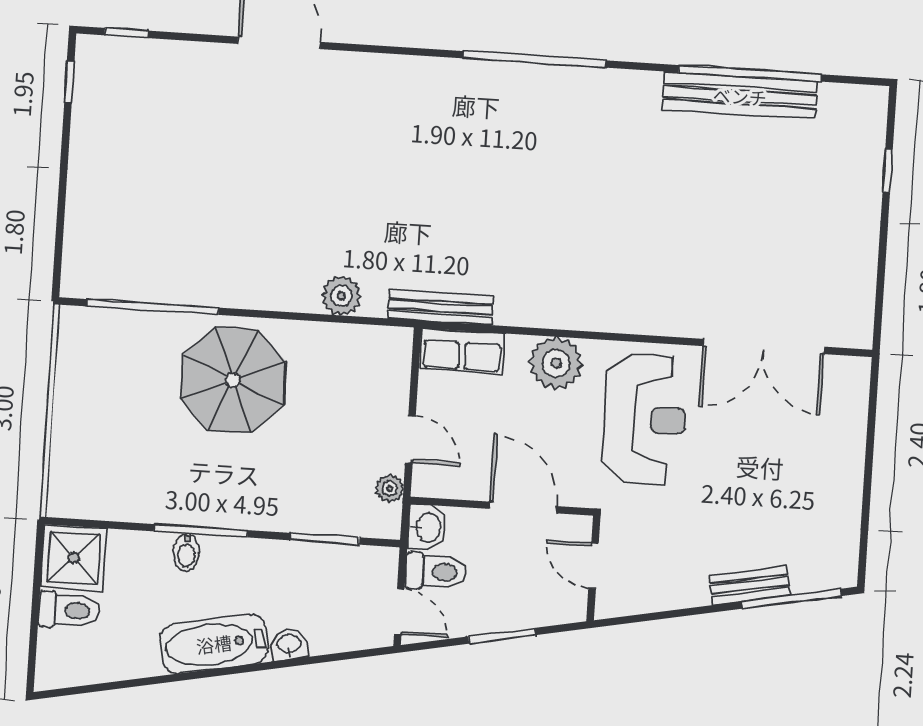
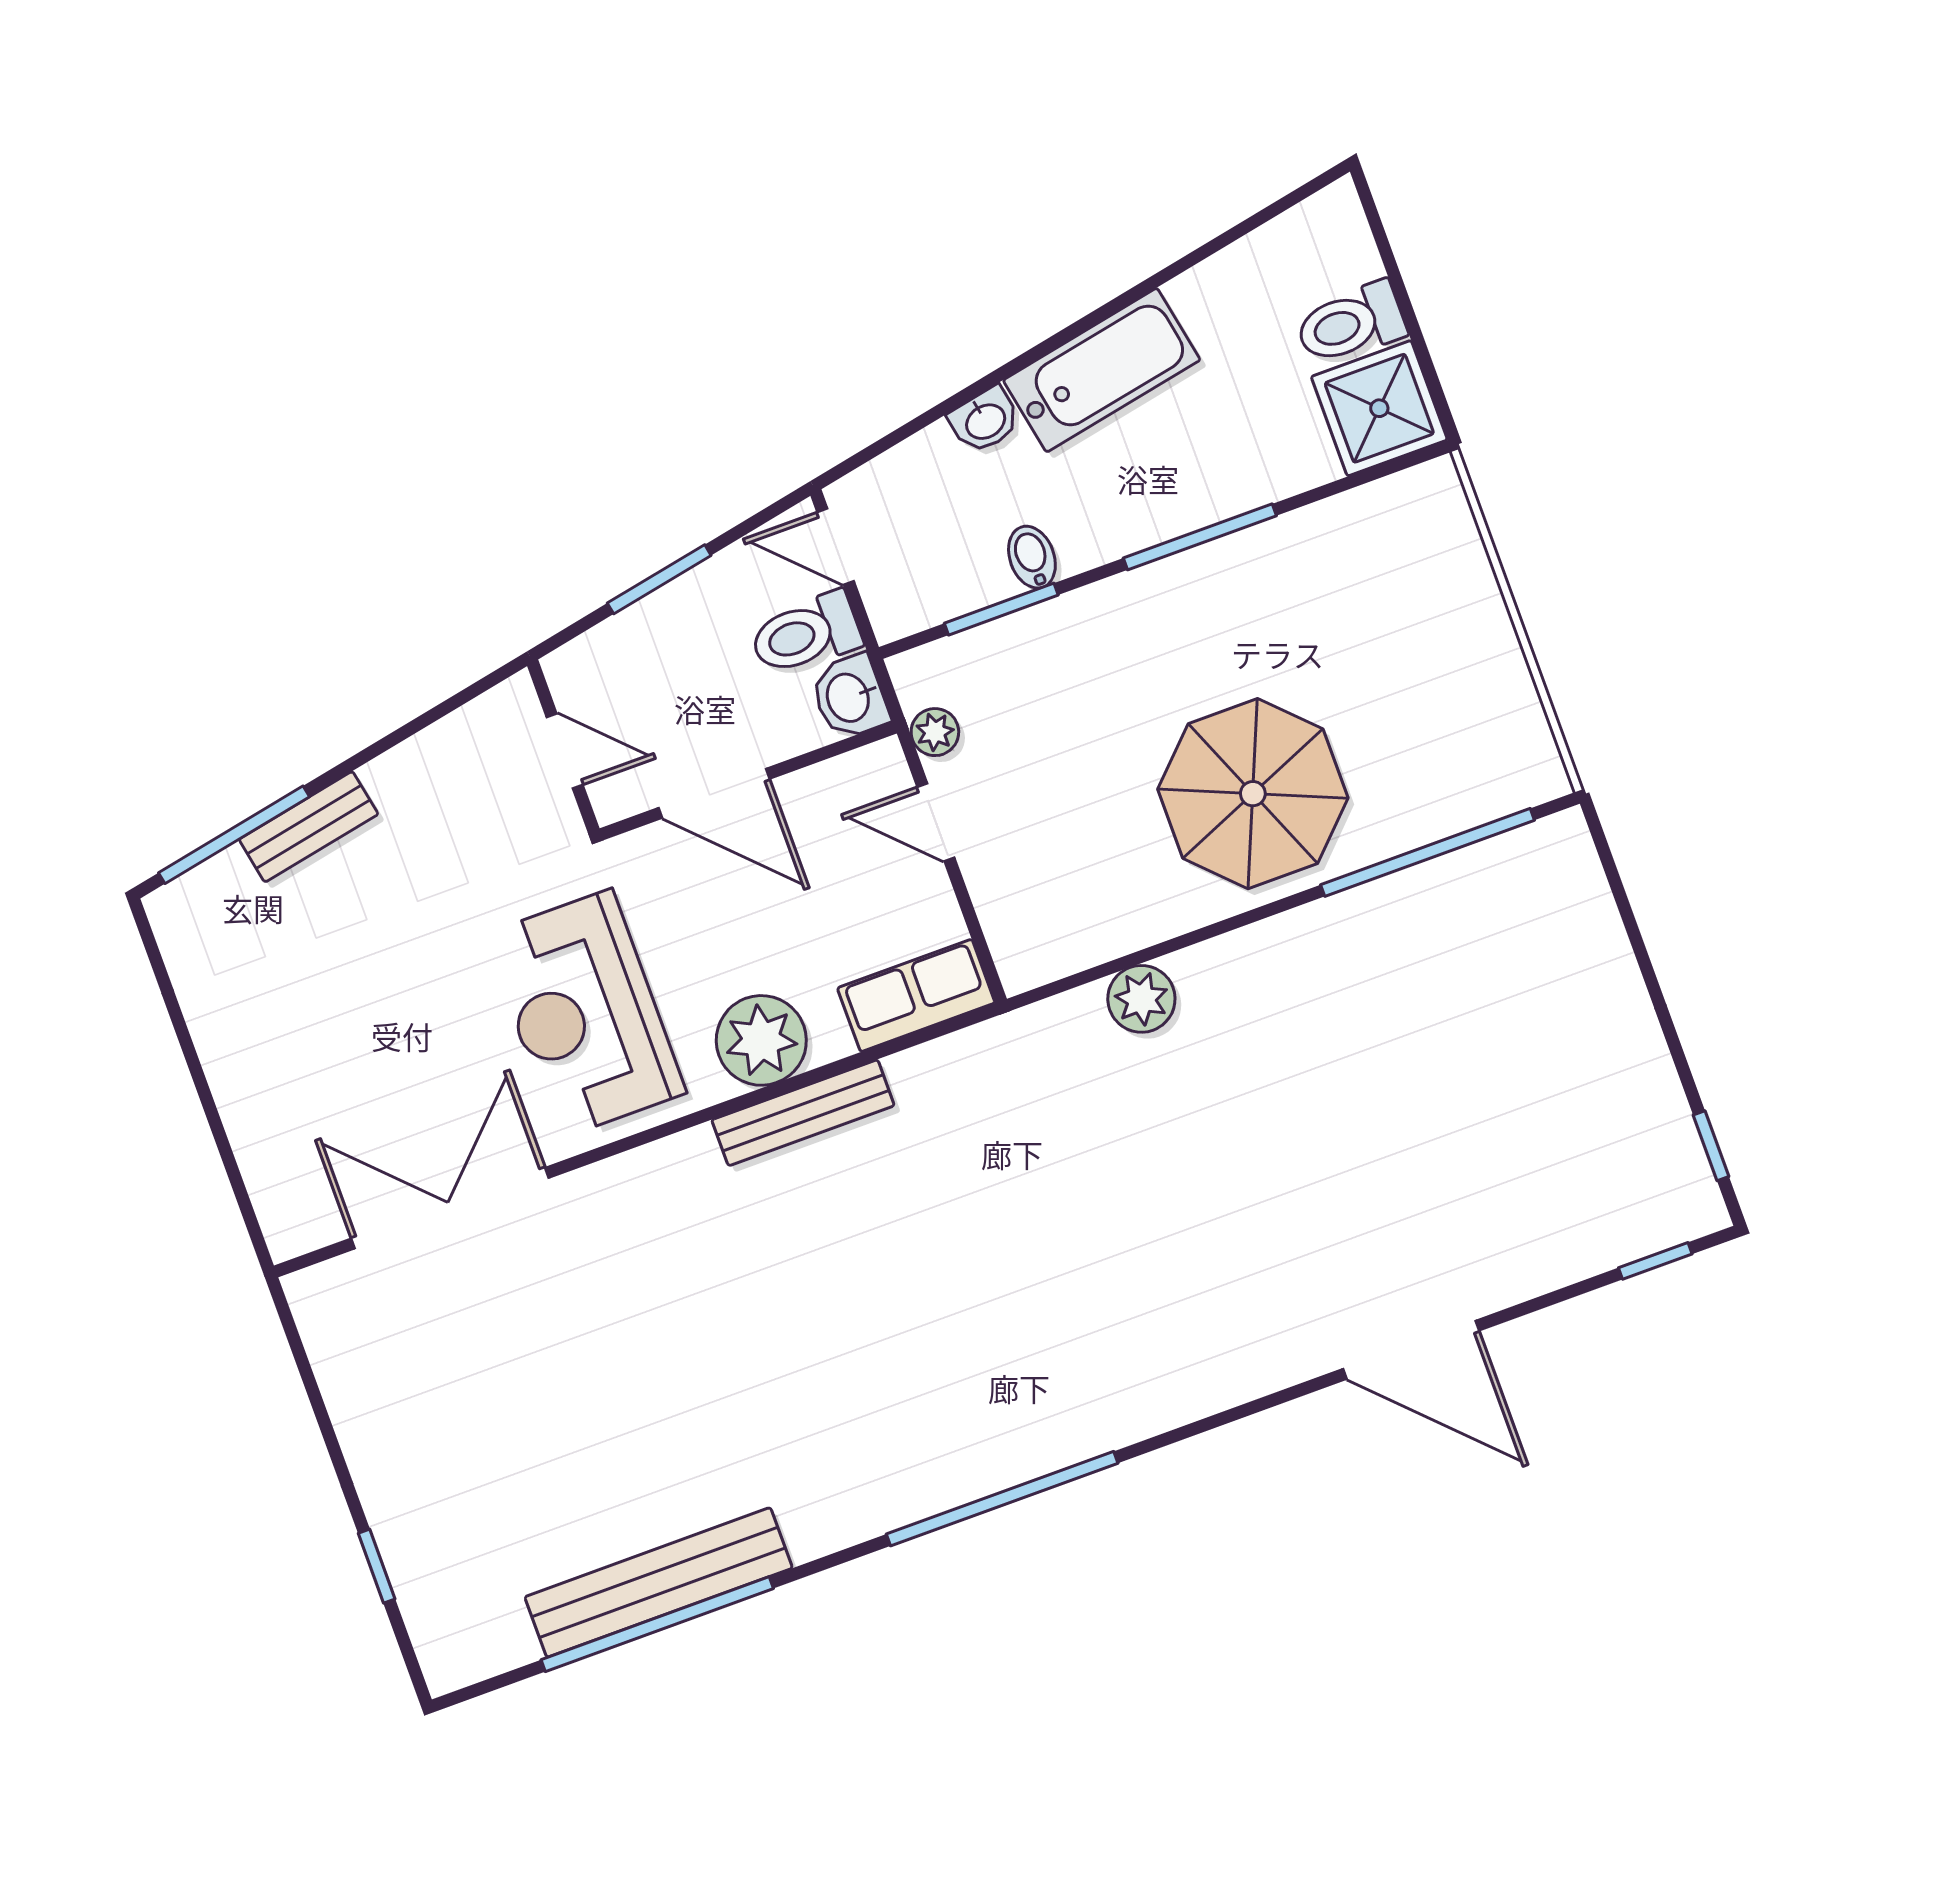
bench: (441, 307) -> (803, 1113), moved
bidet: (186, 552) -> (1032, 557), moved

